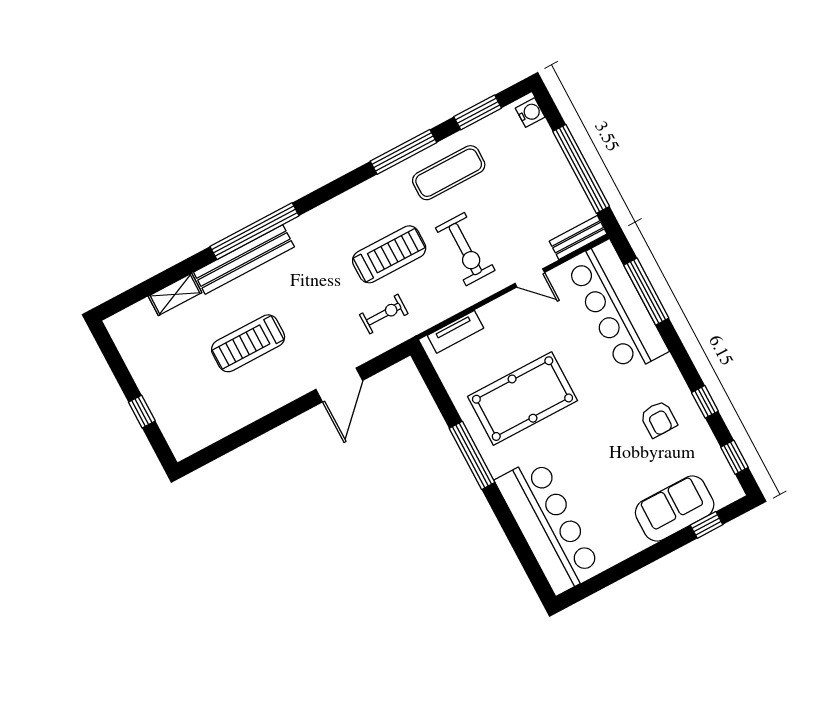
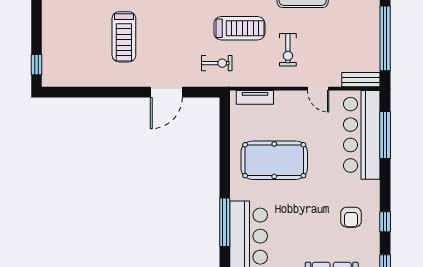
exercise bike: (465, 249) -> (288, 50), width x0.73, depth x0.72
treadmill: (248, 343) -> (124, 37), turned -90
window: (142, 412) -> (36, 65), moved
window: (472, 455) -> (225, 222), moved

